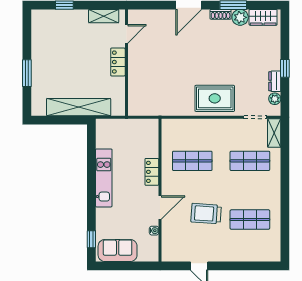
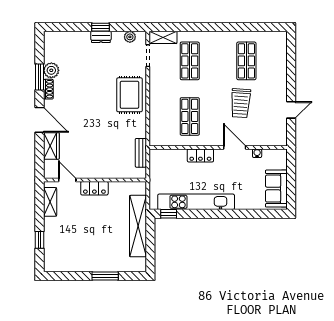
wardrobe: (263, 17) -> (51, 146), moved
dresser: (275, 81) -> (101, 37), moved
bench: (155, 110) -> (141, 153), added
kitchen unit: (104, 178) -> (196, 202), width x1.36
window: (91, 239) -> (169, 214), moved

